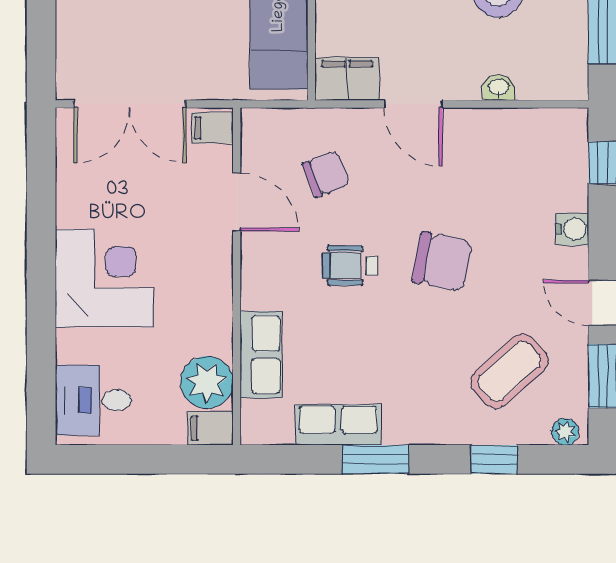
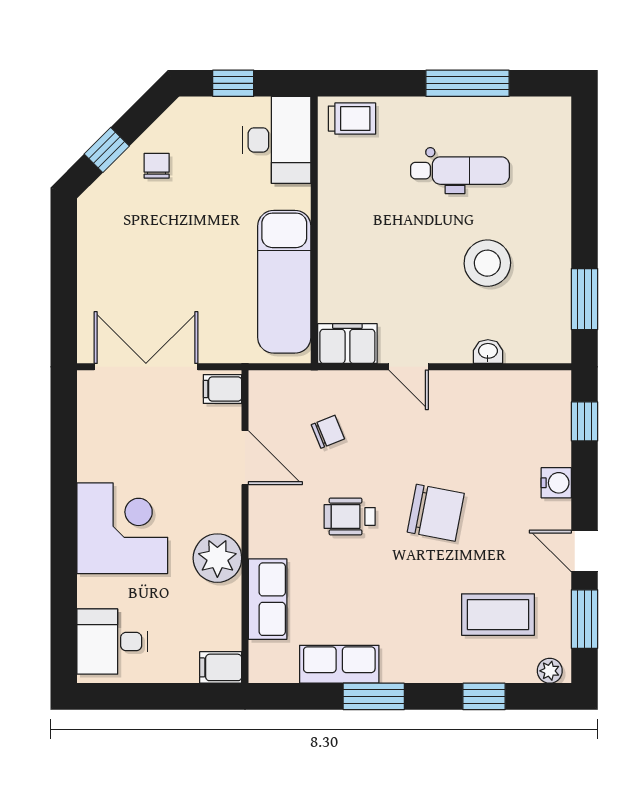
double door: (130, 104) -> (146, 367), swing flipped
door: (413, 104) -> (409, 367), width x0.73
chair: (326, 174) -> (328, 432), width x0.73, depth x0.73
coffee table: (510, 371) -> (498, 615), turned 42
plant: (207, 382) -> (217, 558), moved

